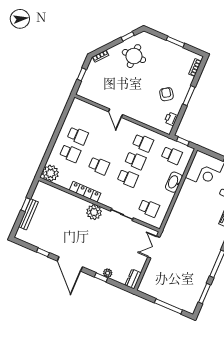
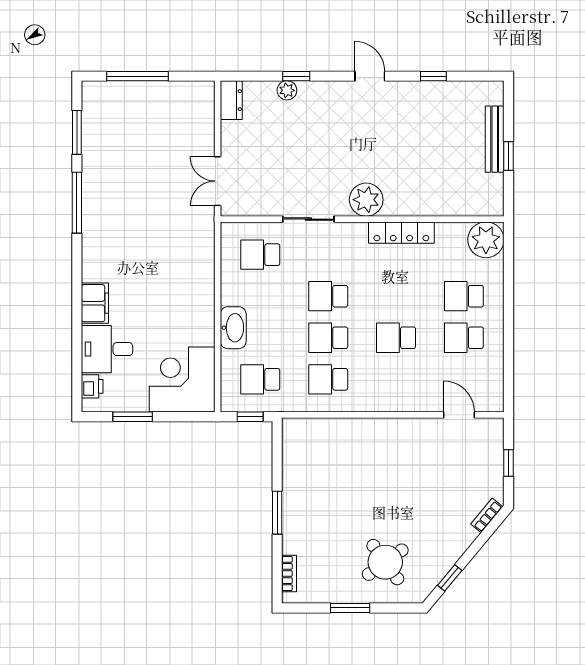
round table: (134, 56) -> (385, 562), moved, turned -36
armchair: (166, 94) -> (323, 496), removed
door: (116, 113) -> (459, 415), moved
printer: (171, 119) -> (293, 451), removed
school desk: (99, 166) -> (396, 338), moved
double door: (154, 247) -> (218, 181), swing flipped
door: (70, 264) -> (370, 76), width x0.53

